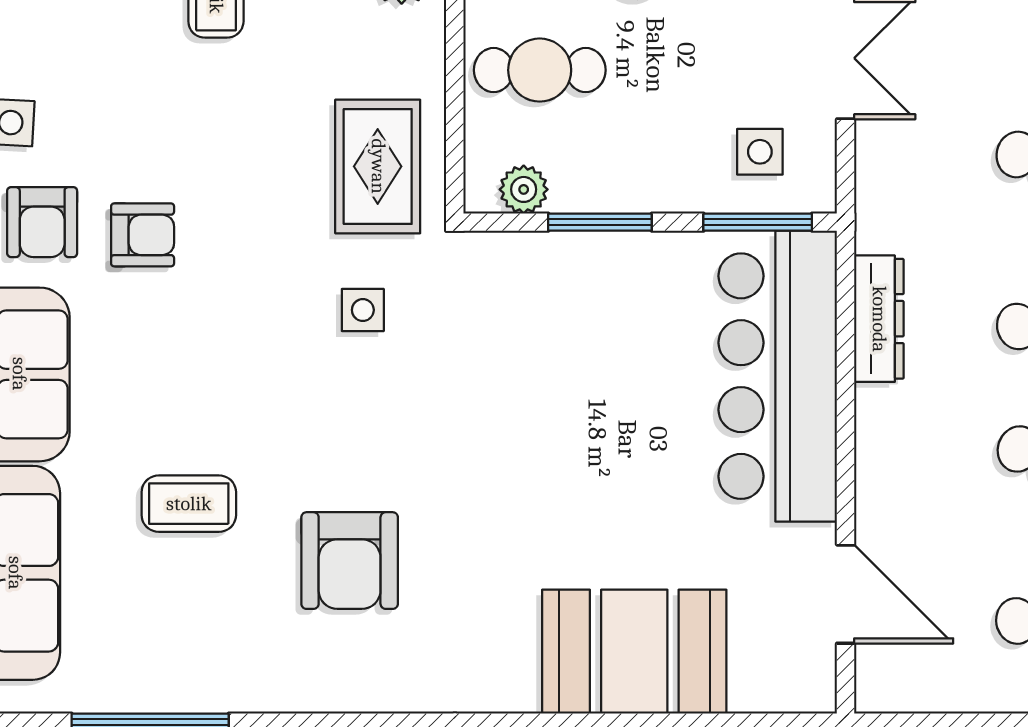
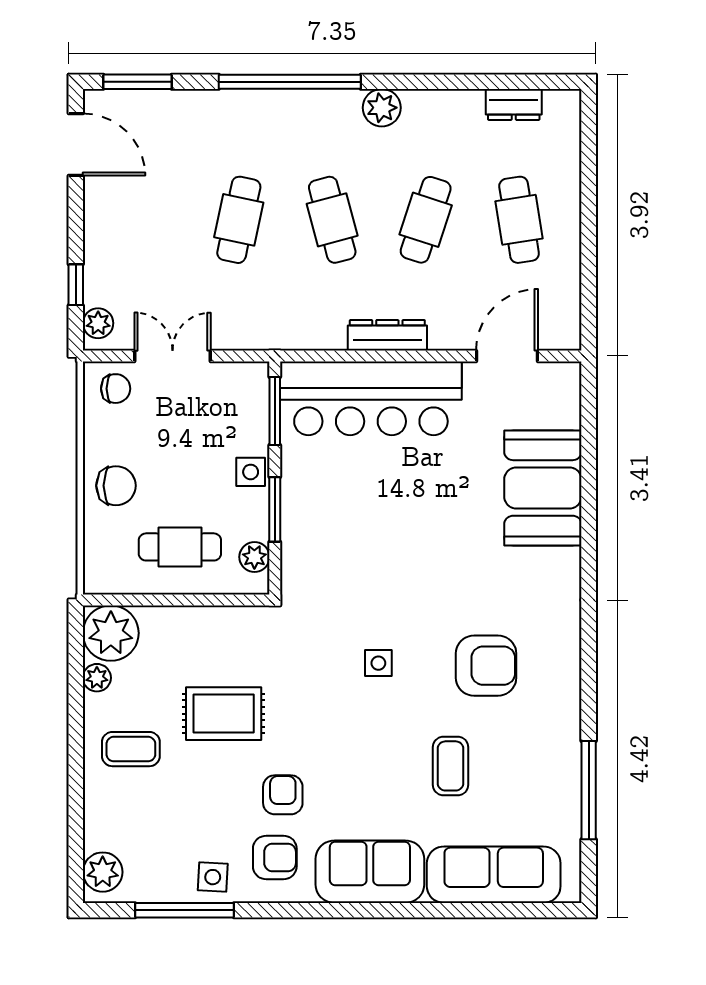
cafe table: (540, 70) -> (180, 547), turned 90
side table: (760, 152) -> (251, 472), moved
rug: (378, 166) -> (224, 714), moved
side table: (363, 310) -> (378, 663), moved
dresser: (879, 319) -> (387, 335), moved

